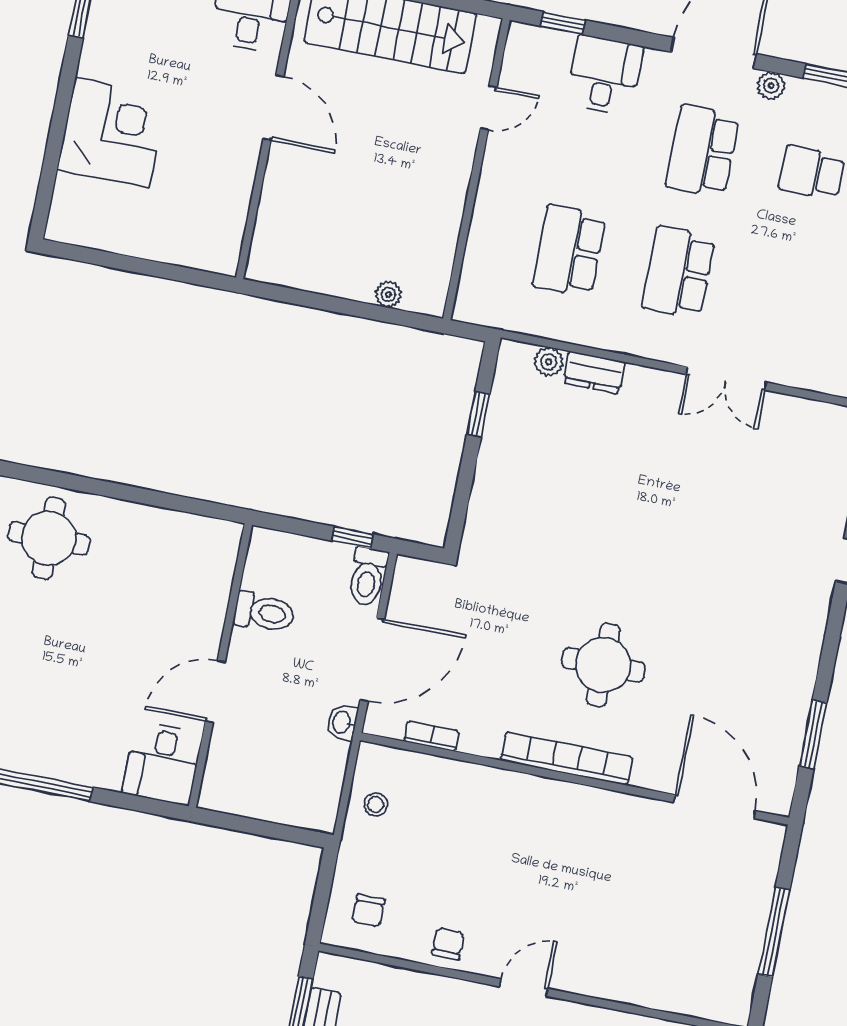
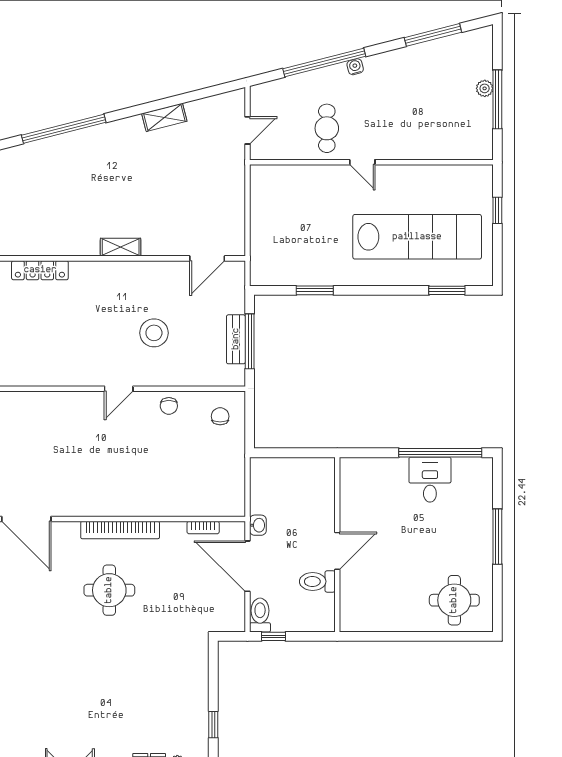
door: (372, 659) -> (247, 566), hinge flipped
door: (215, 692) -> (337, 551), moved
desk: (162, 763) -> (430, 480), moved
stool: (376, 804) -> (228, 480), removed

